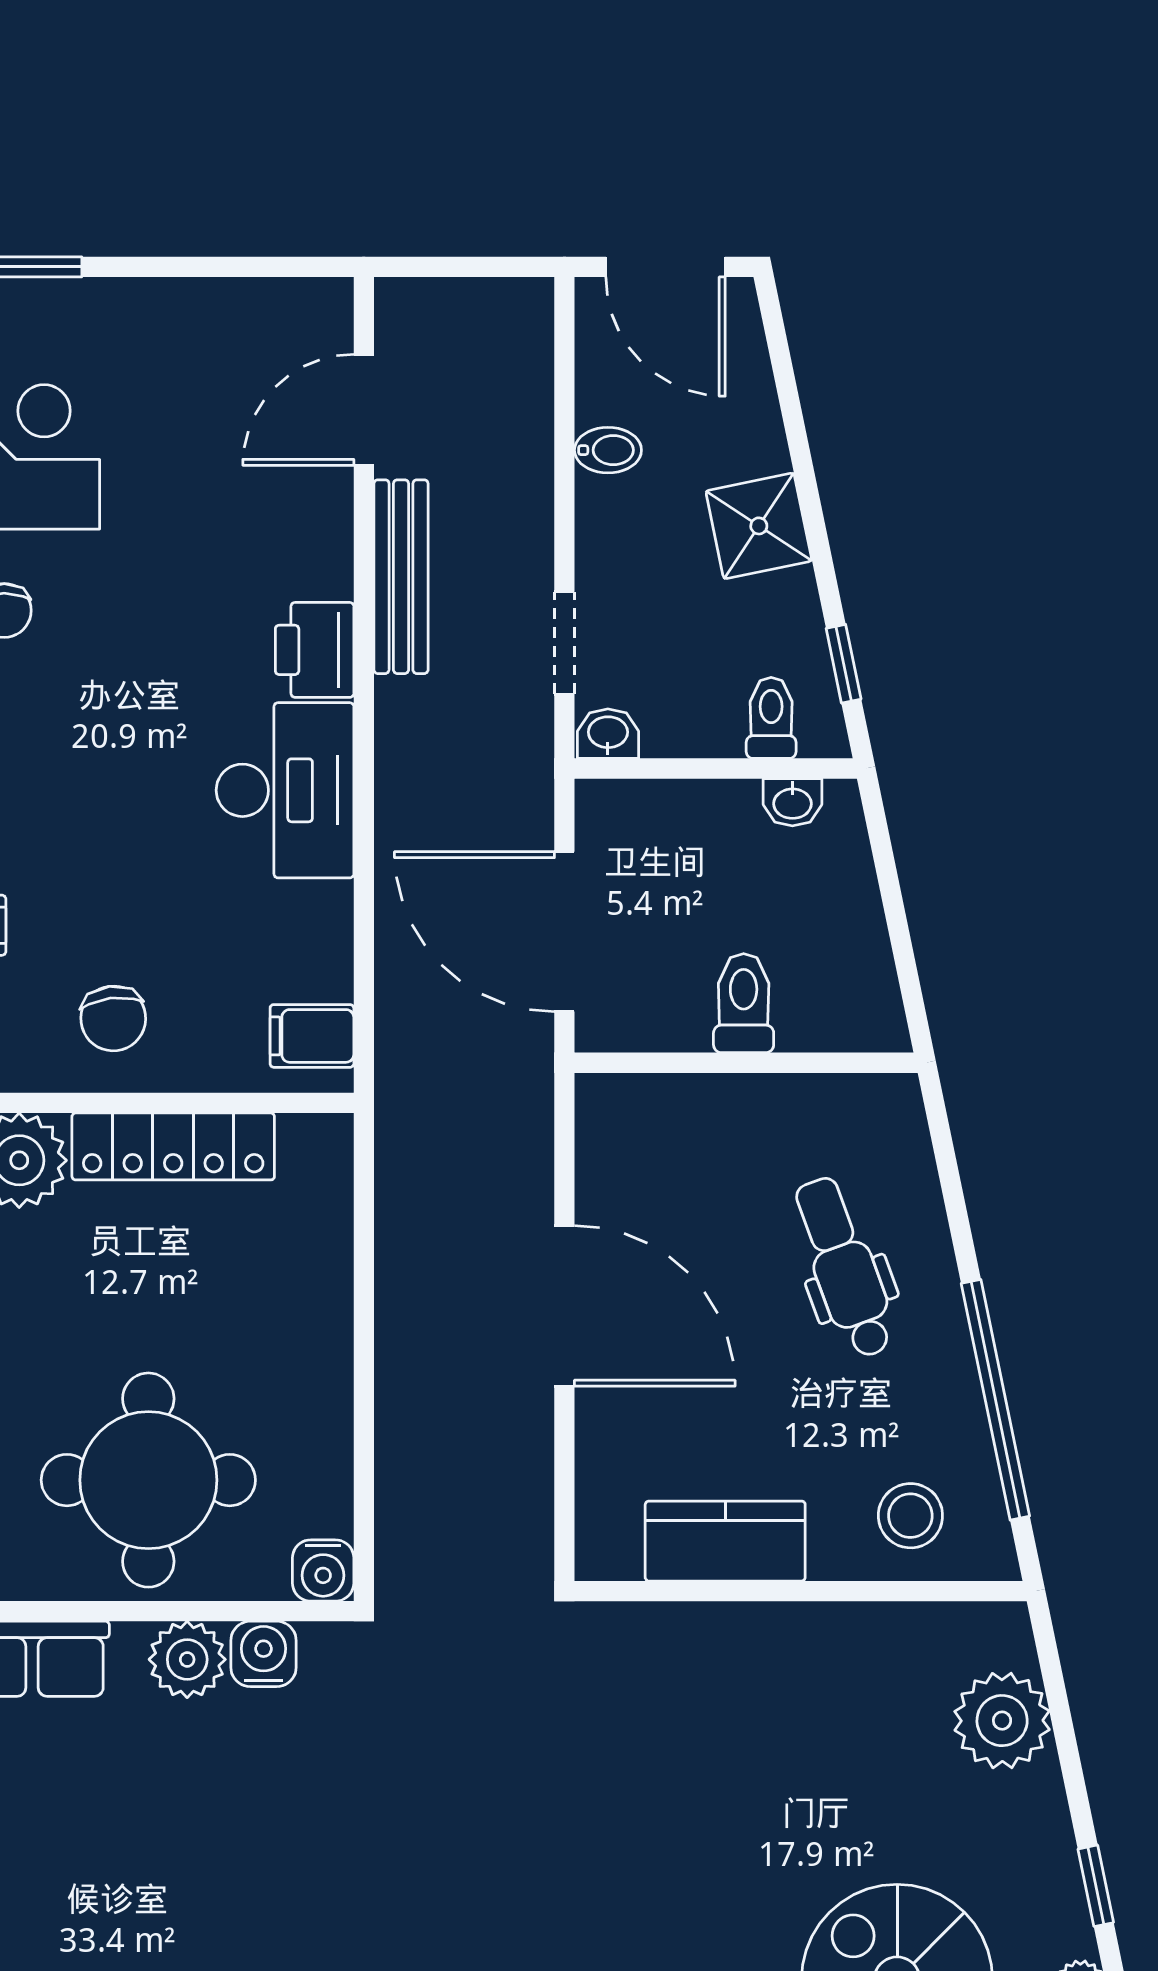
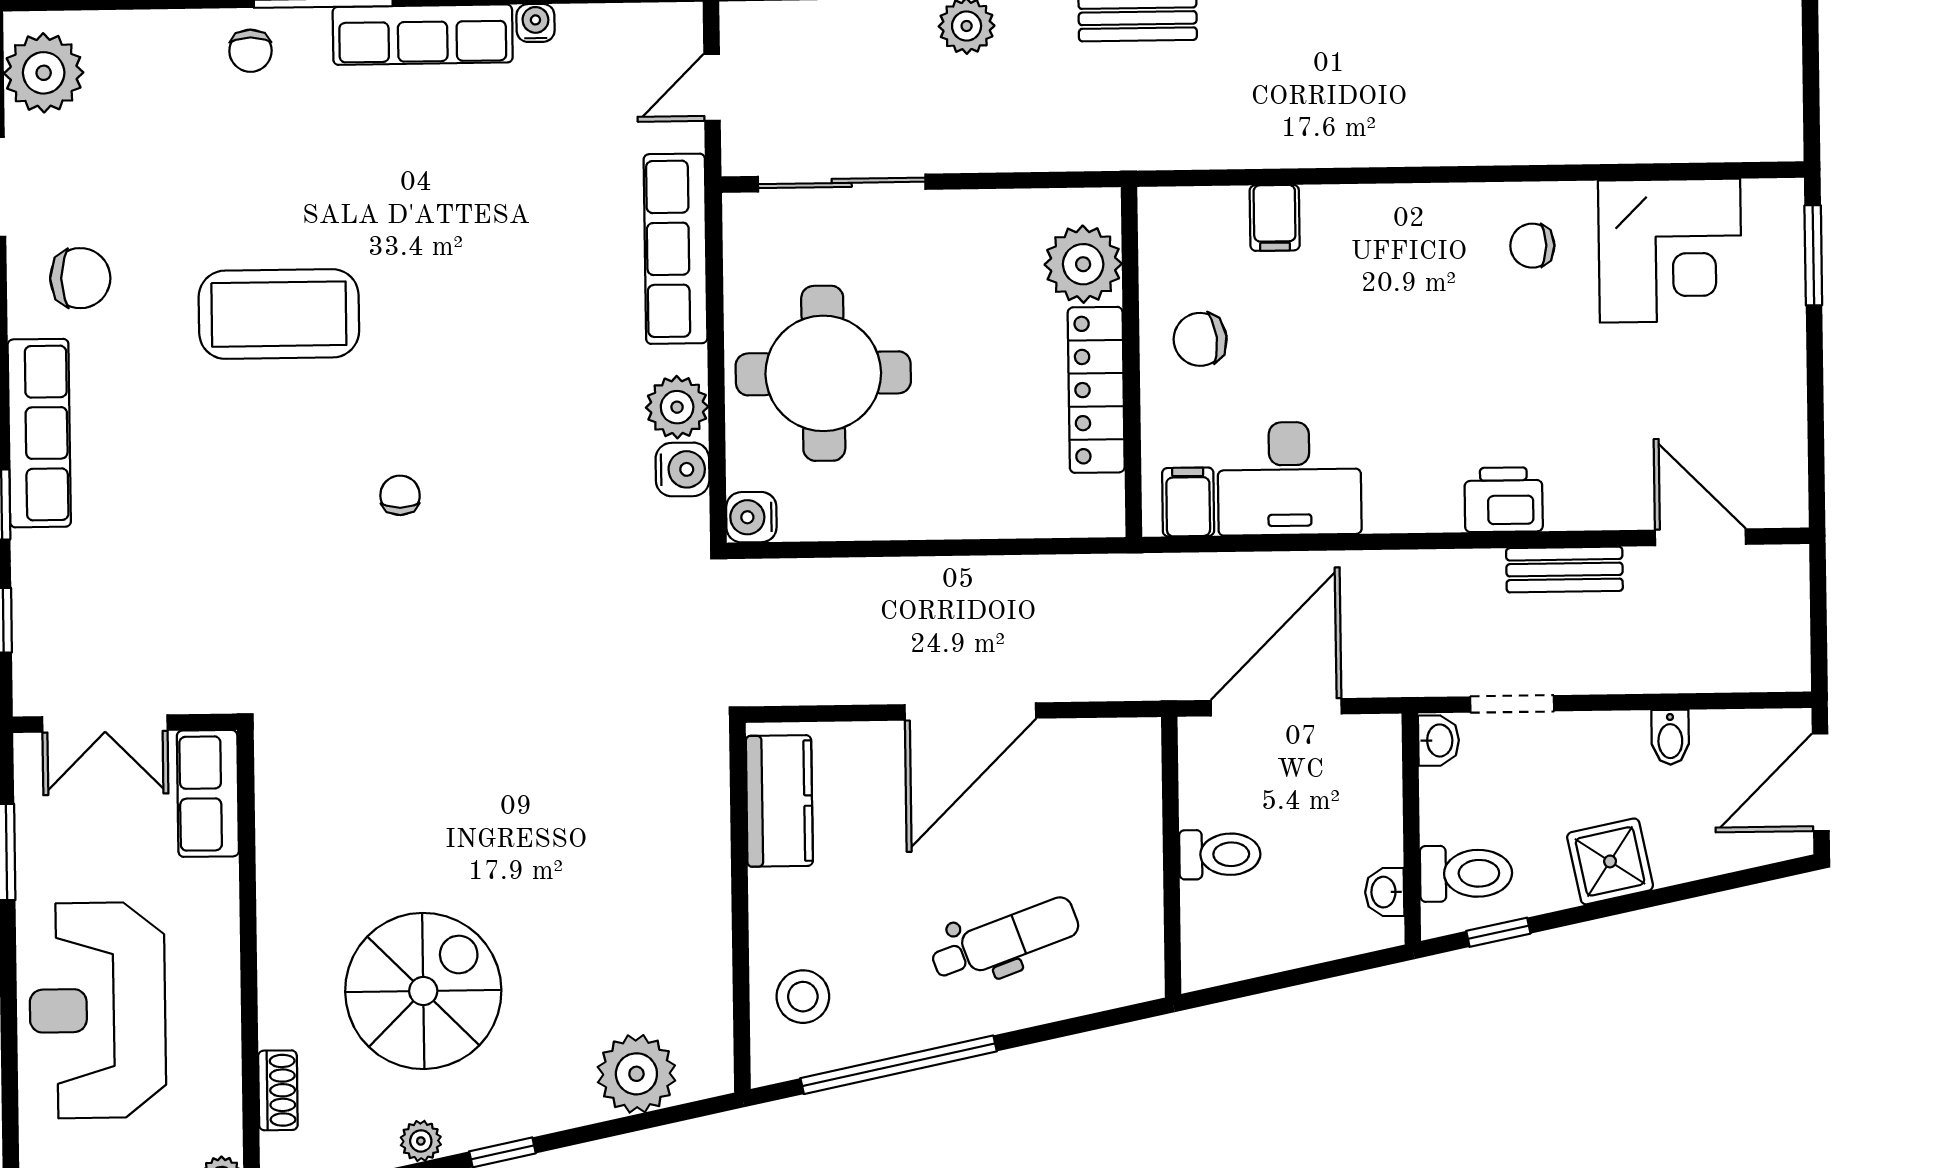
bench: (401, 577) -> (1564, 570), width x0.73
toilet: (771, 718) -> (1466, 873), width x1.37, depth x1.39
desk: (285, 790) -> (1289, 479), moved
kitchen counter: (725, 1541) -> (779, 801), moved

